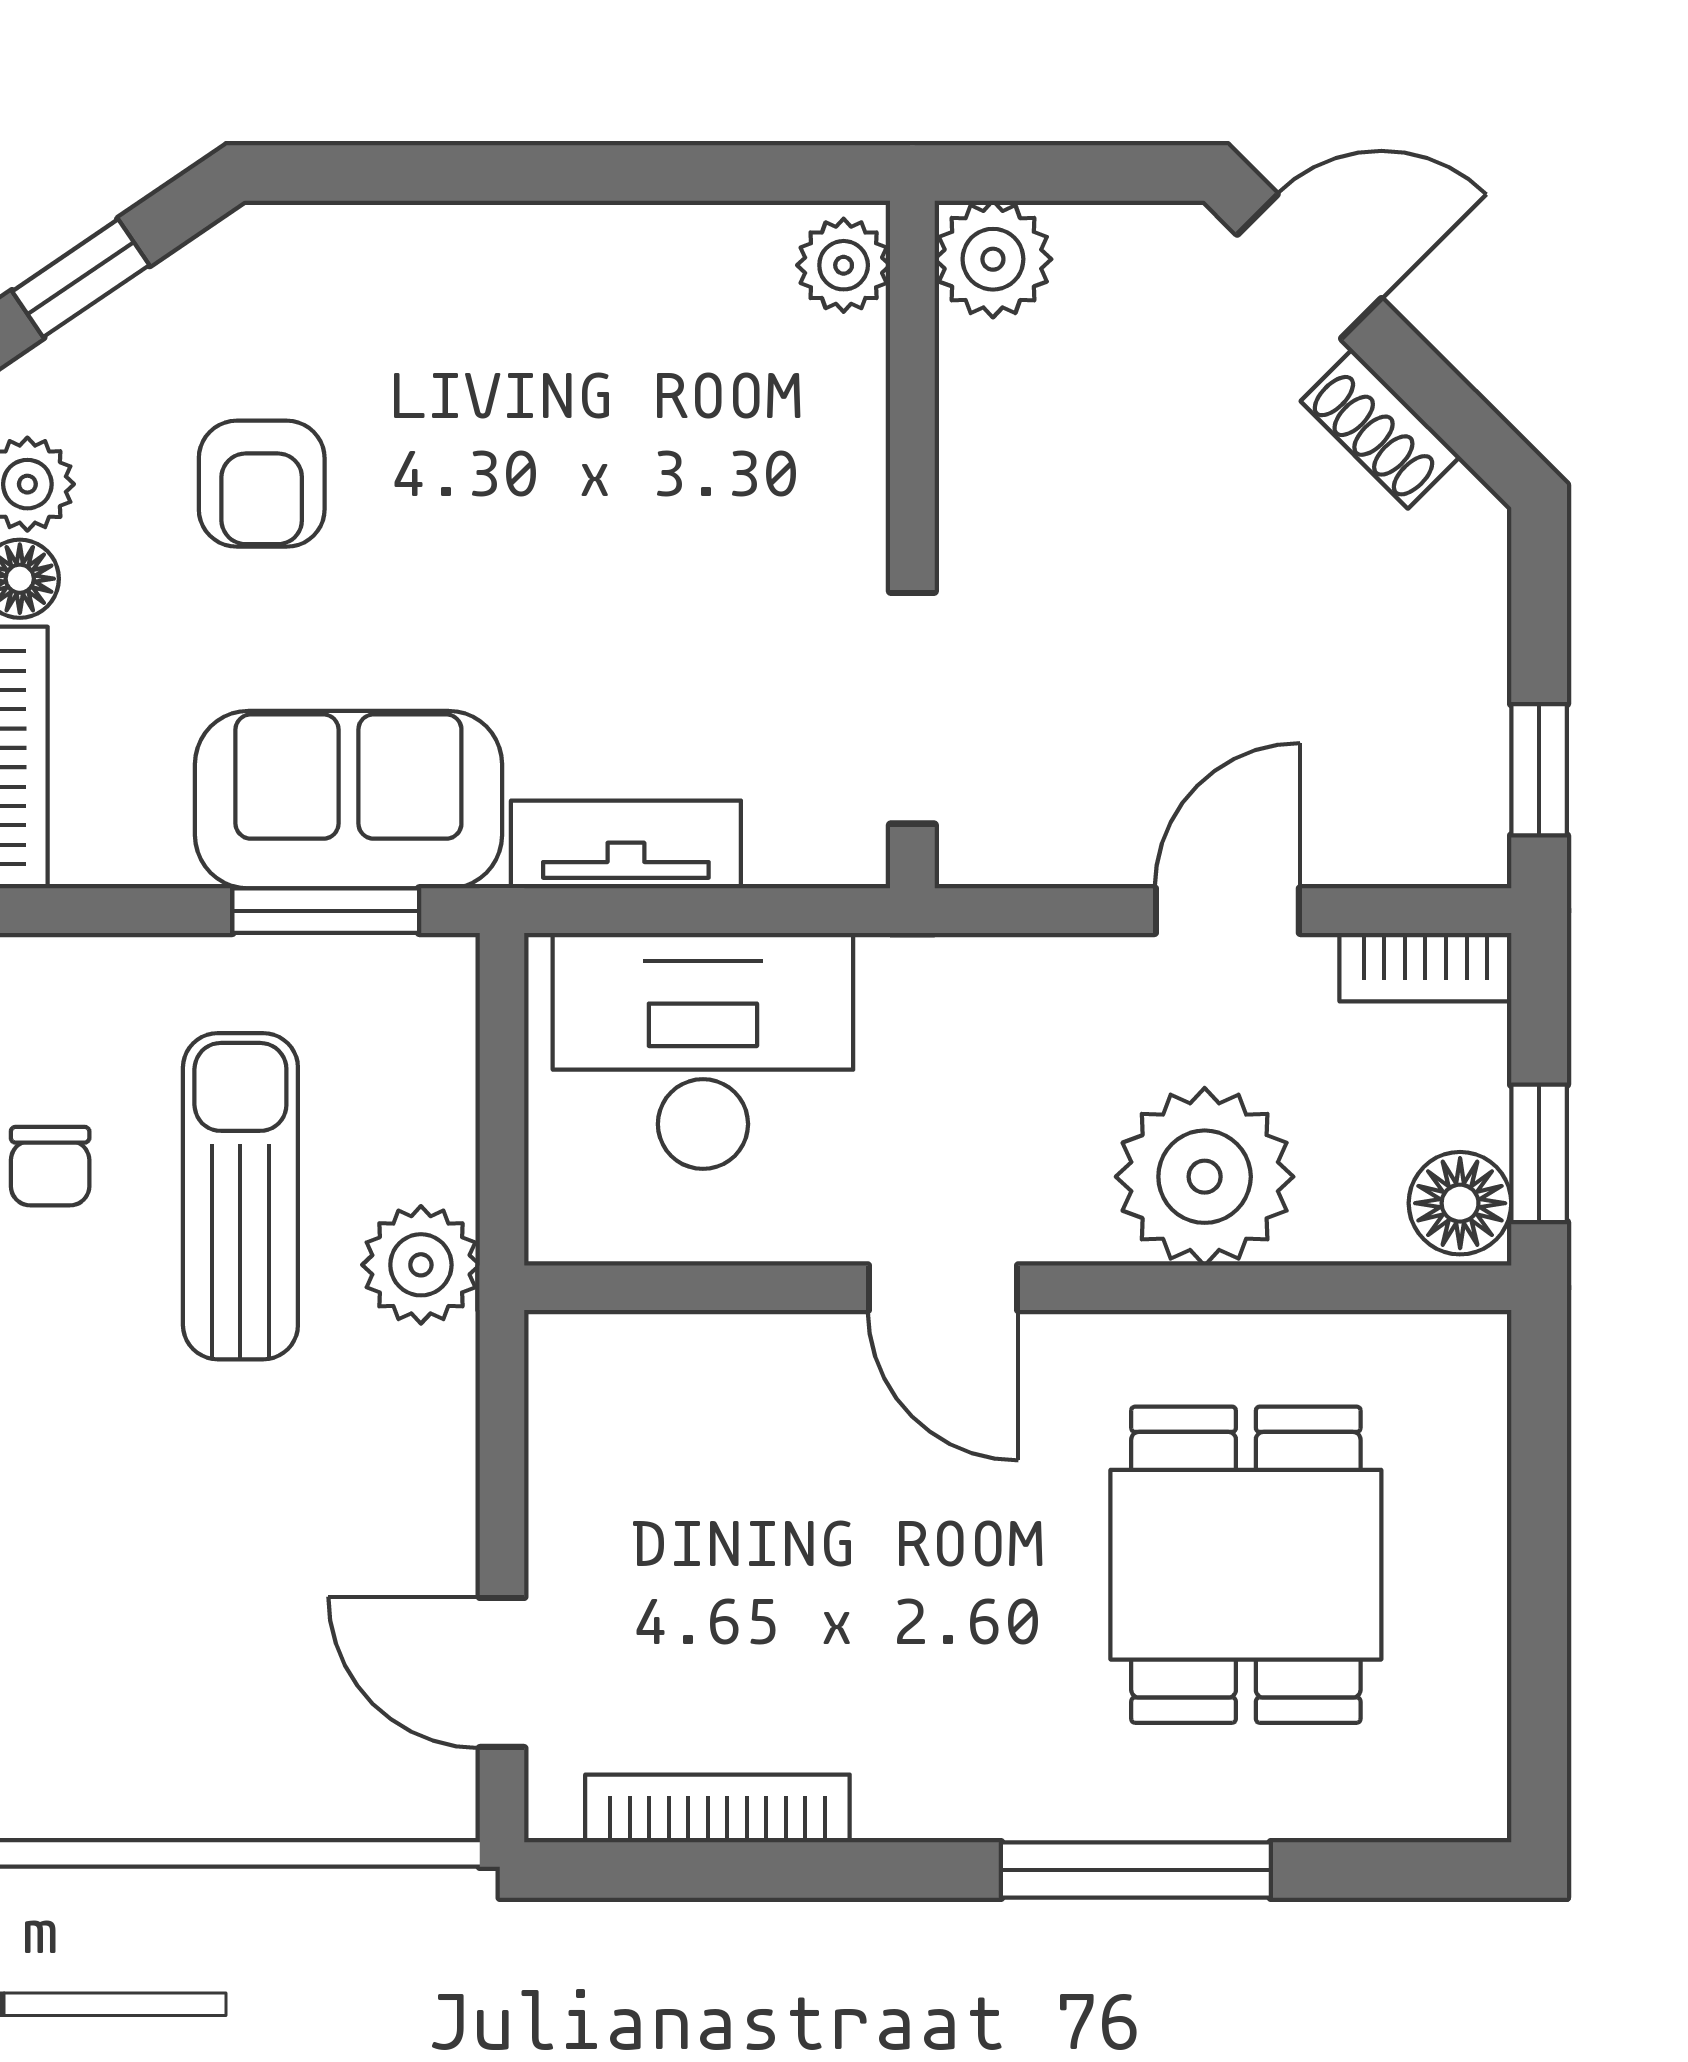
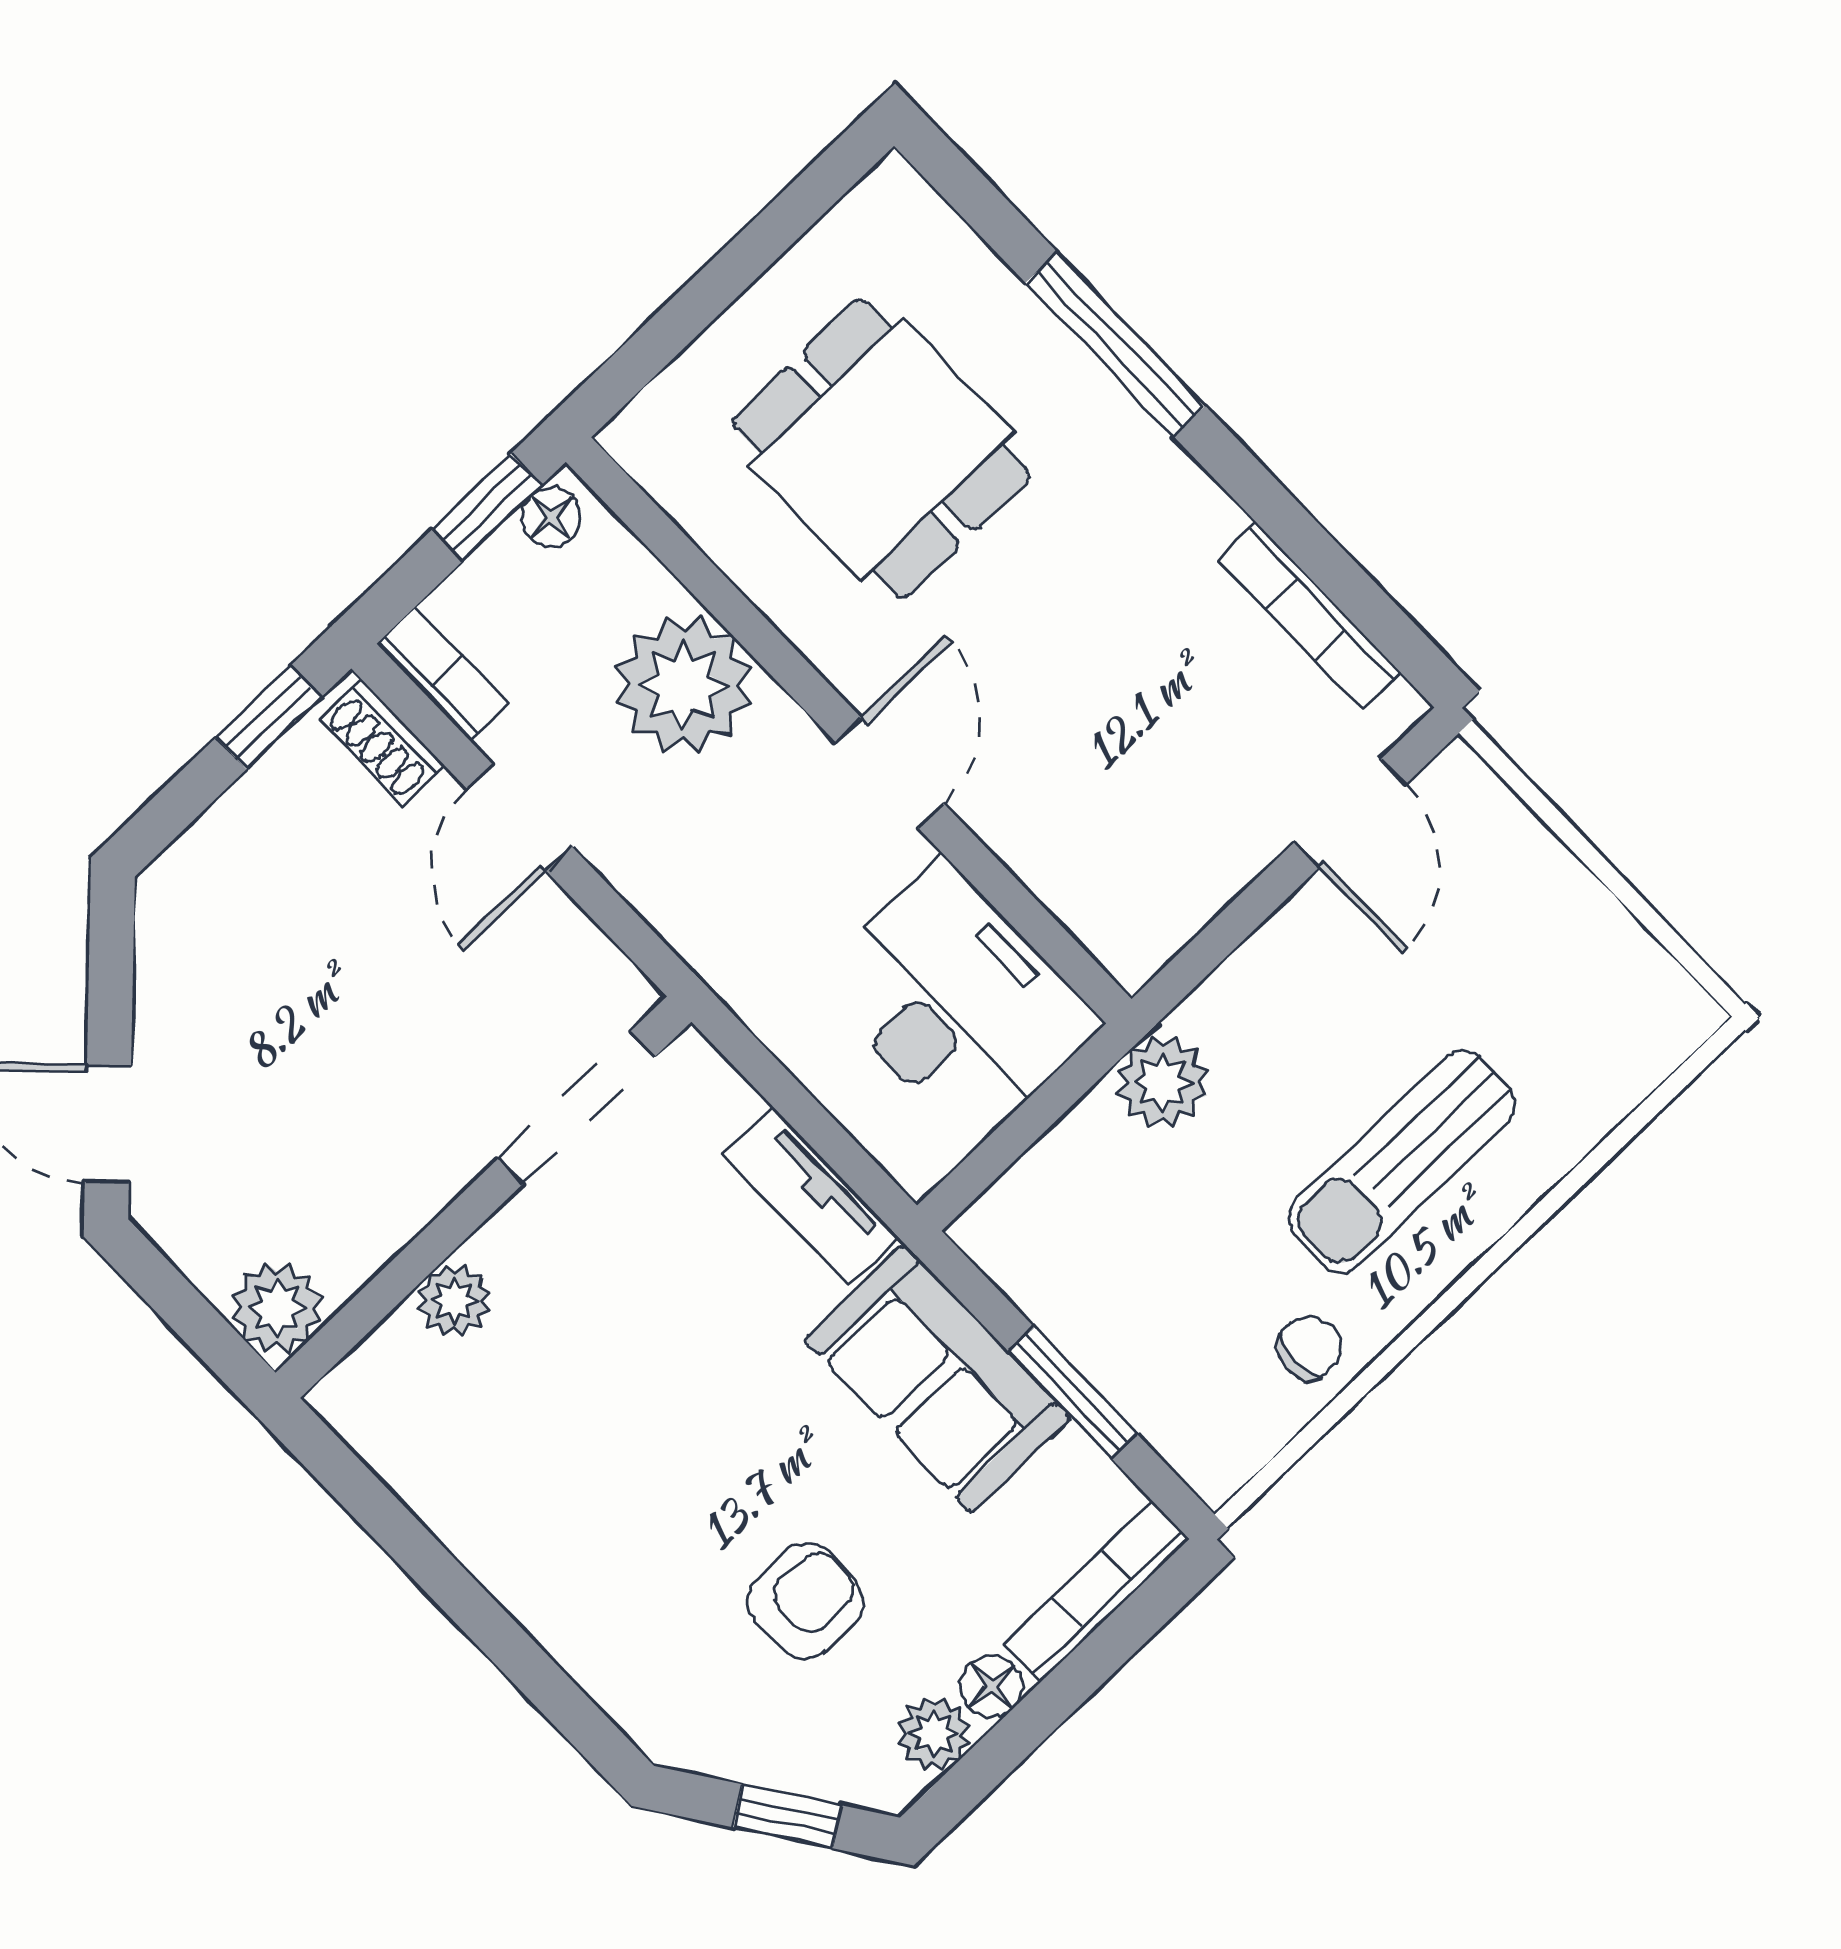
plant: (844, 265) -> (454, 1301), moved
shoe rack: (1380, 429) -> (382, 742), moved, turned 135
window: (326, 911) -> (1073, 1393), moved
door: (1227, 911) -> (519, 818), hinge flipped
desk: (703, 1051) -> (957, 1002), moved, turned 180
sun lounger: (240, 1196) -> (1402, 1161), moved
floor lamp: (1460, 1203) -> (551, 517), width x0.73, depth x0.73
dining table: (1246, 1565) -> (881, 449), turned 90

